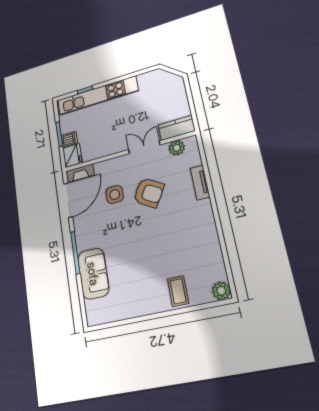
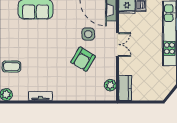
double door: (144, 147) -> (117, 44), moved
tv unit: (200, 183) -> (40, 96), moved

